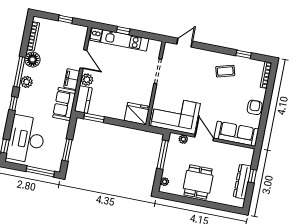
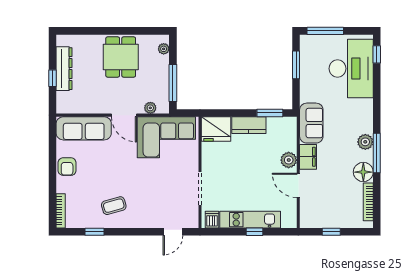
dishwasher: (96, 35) -> (212, 220), moved
kitchen counter: (83, 99) -> (249, 125), moved, turned -90
window: (13, 103) -> (377, 111), removed

